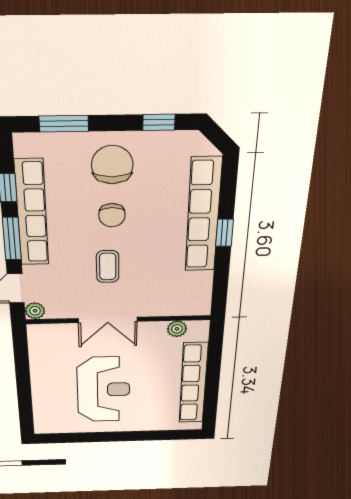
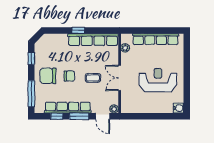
window: (64, 124) -> (31, 94), width x1.44
row of seats: (203, 215) -> (93, 40), moved
double door: (108, 320) -> (120, 78), swing flipped
water cooler: (45, 425) -> (178, 108), added

